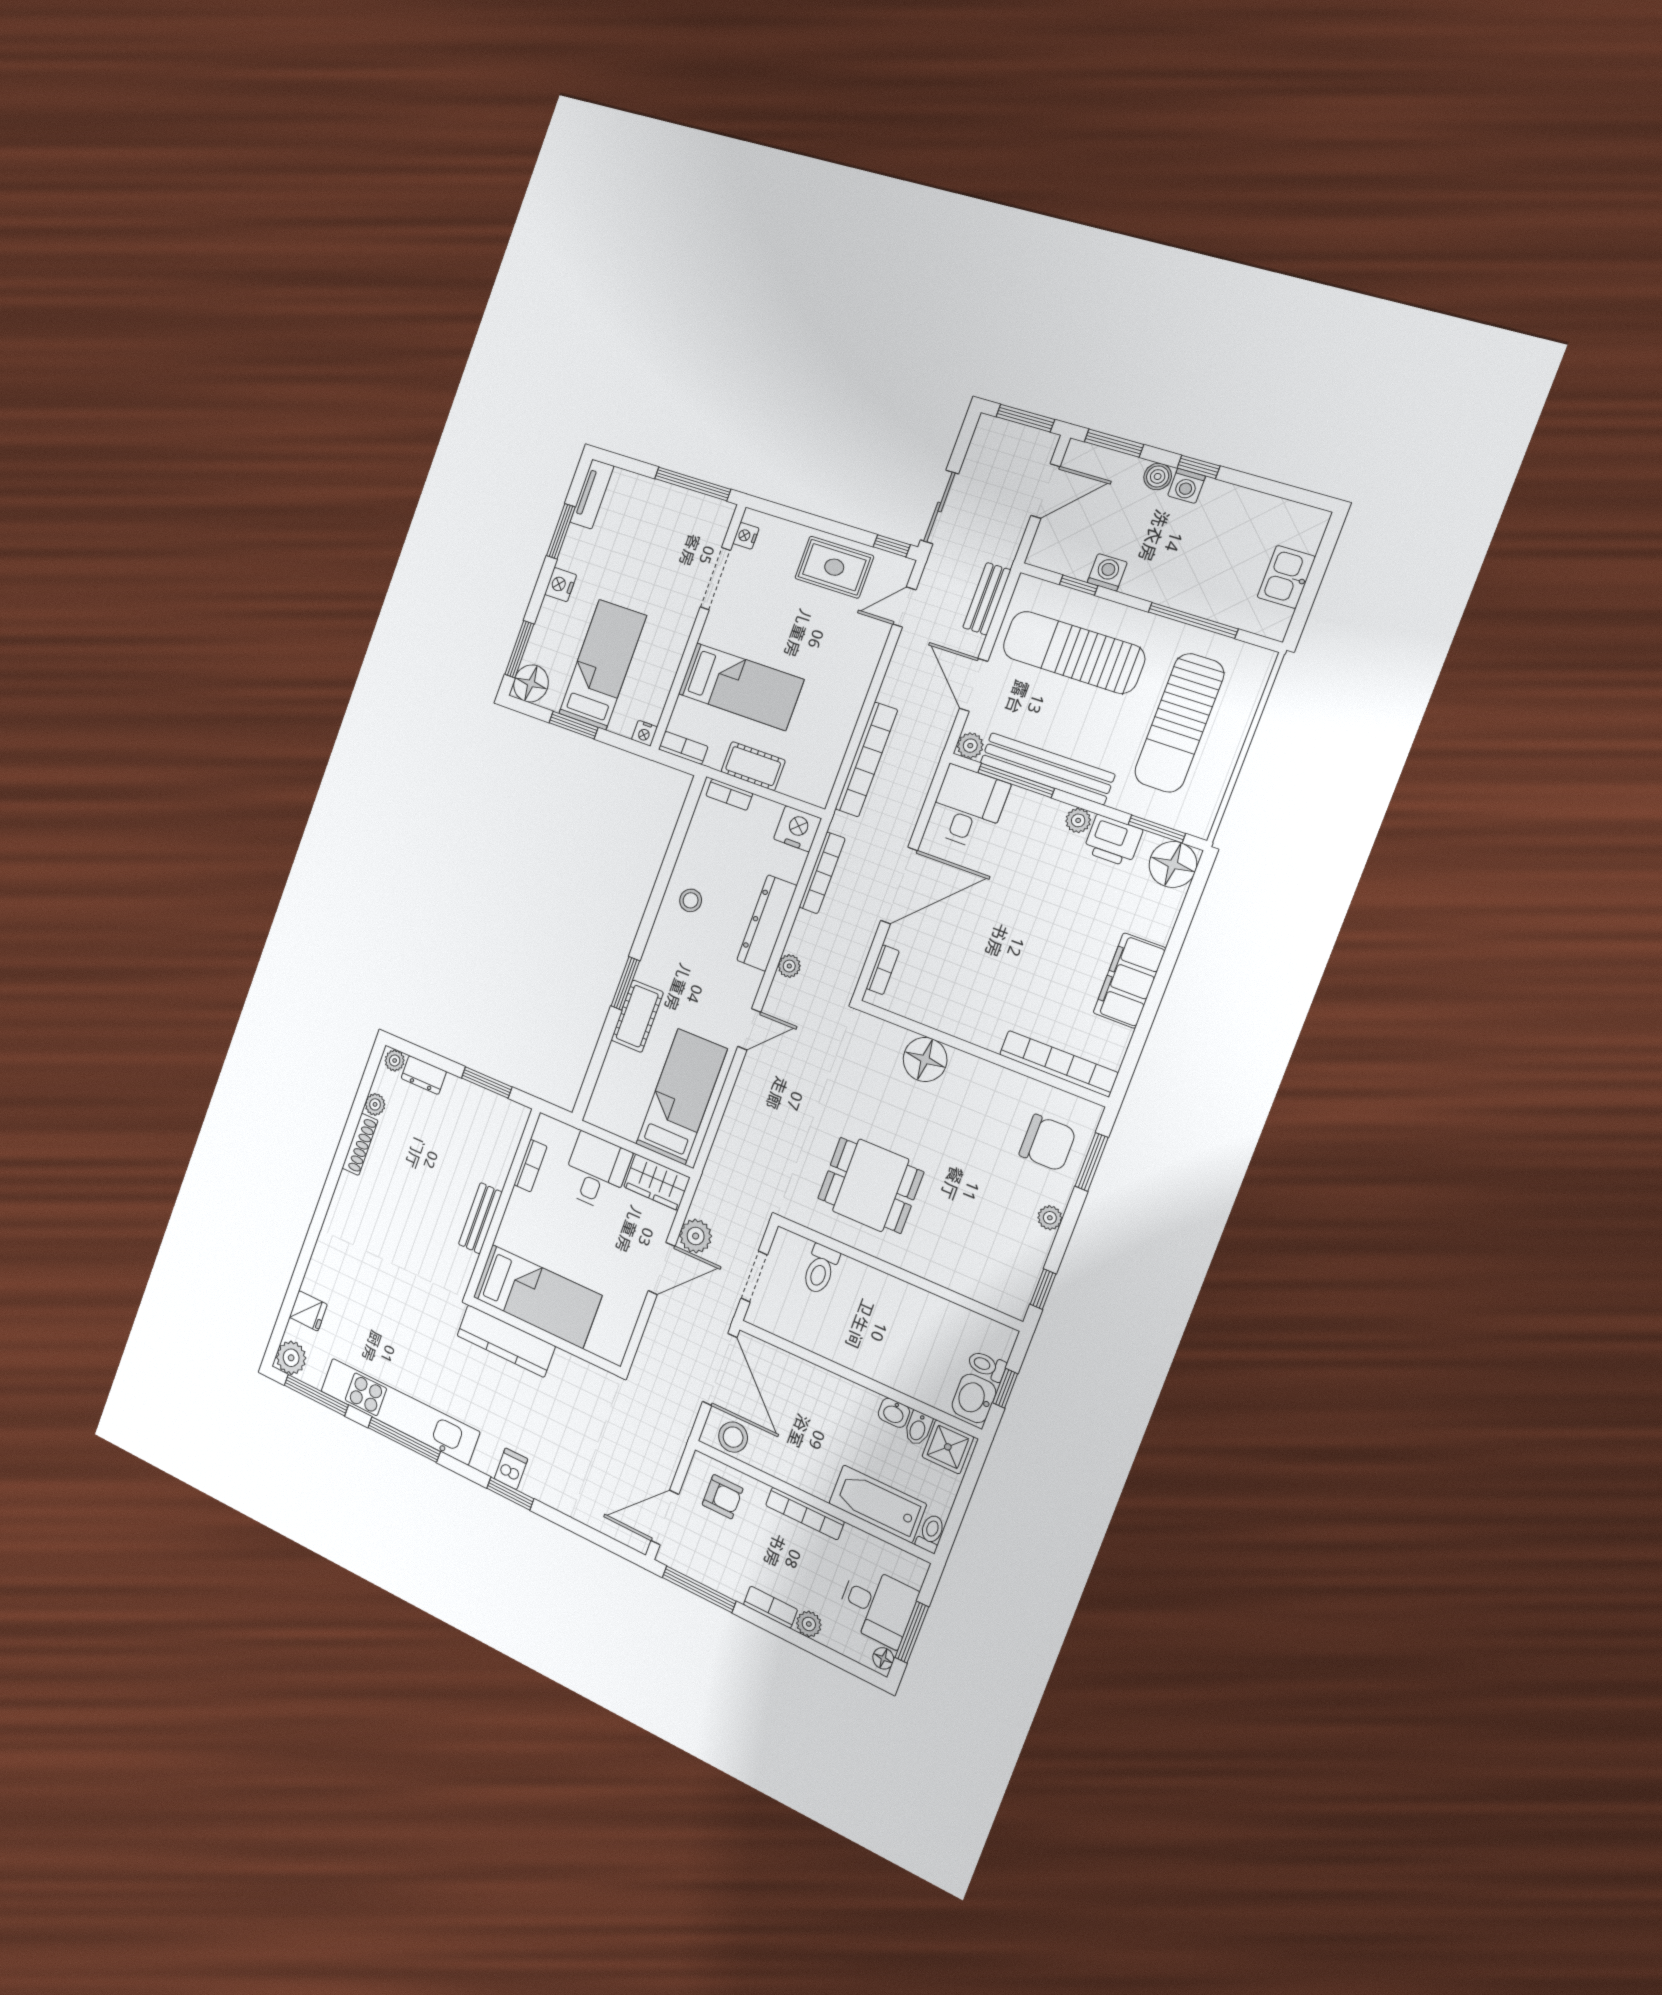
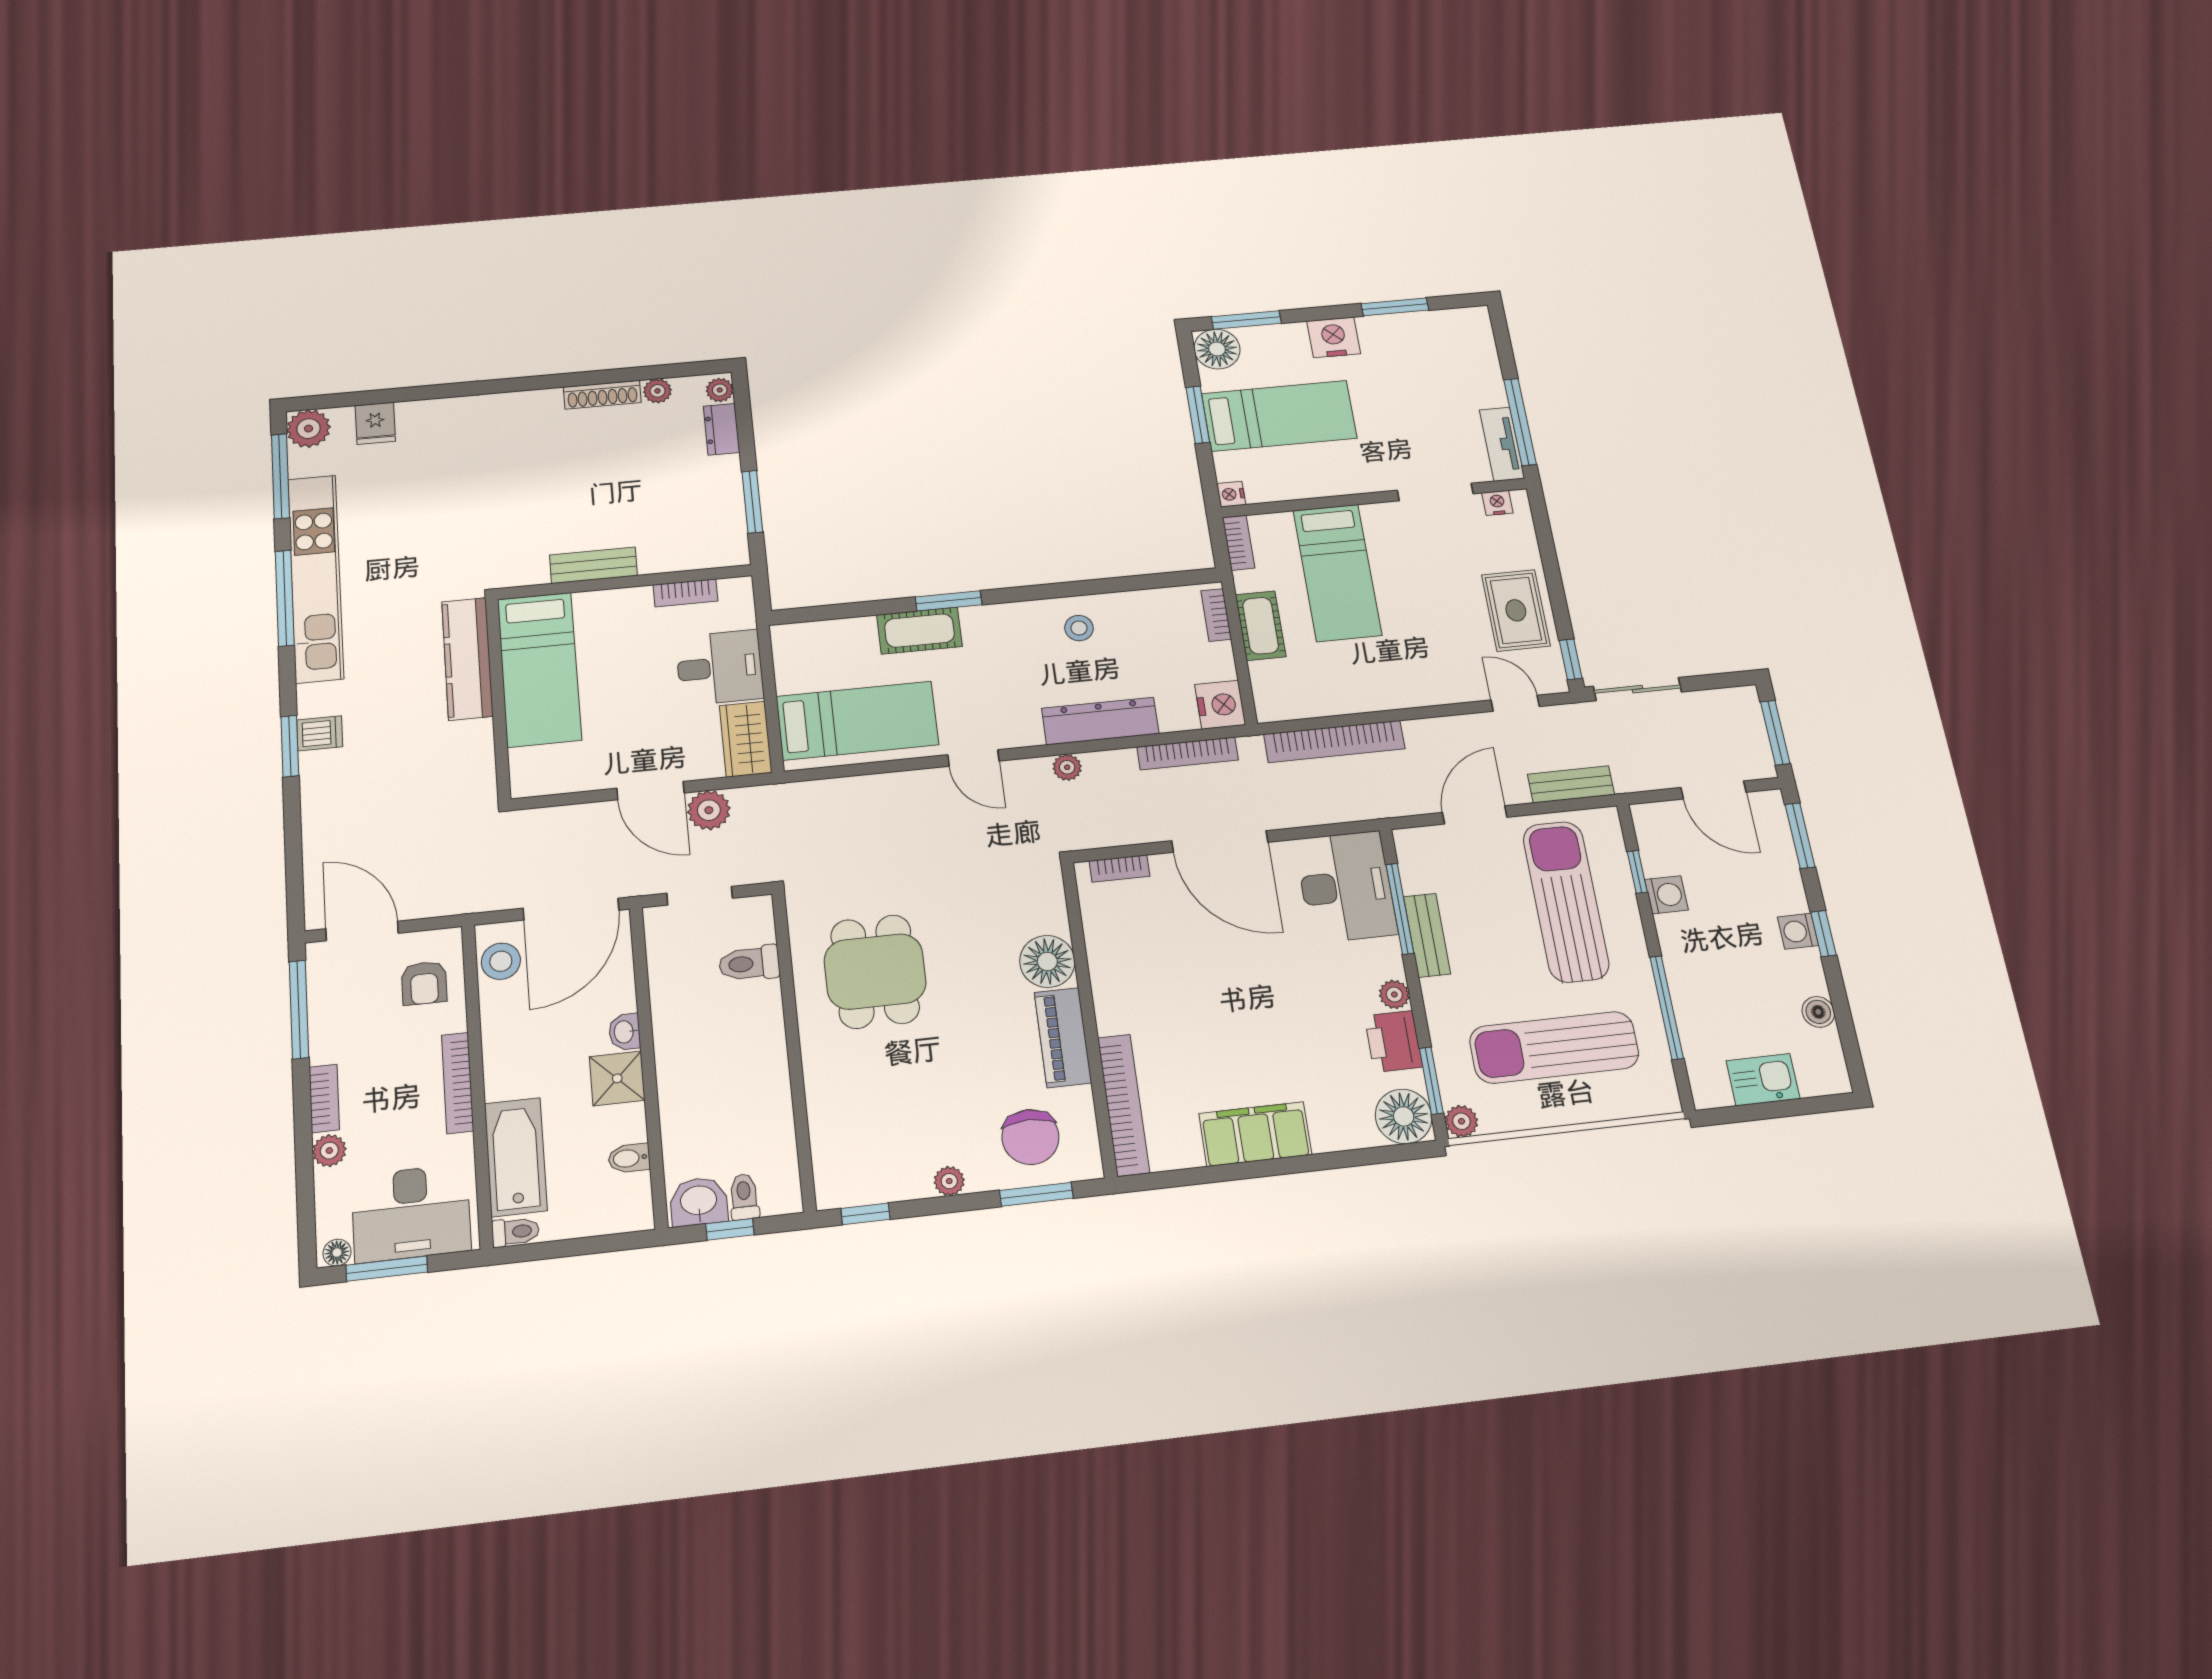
boiler: (1158, 476) -> (1818, 1012), moved
tv unit: (592, 494) -> (1502, 444), moved, turned 90
nightstand: (561, 585) -> (1334, 337), width x1.36, depth x1.33
plant: (970, 746) -> (1461, 1121), moved
bench: (1047, 769) -> (1427, 935), width x0.54, depth x0.82
desk: (968, 807) -> (1346, 887), width x1.37
piano: (987, 1079) -> (1063, 1037), added
washbasin: (894, 1413) -> (625, 1032), moved
shower: (948, 1447) -> (617, 1078), moved
desk: (877, 1606) -> (411, 1213), width x1.37

